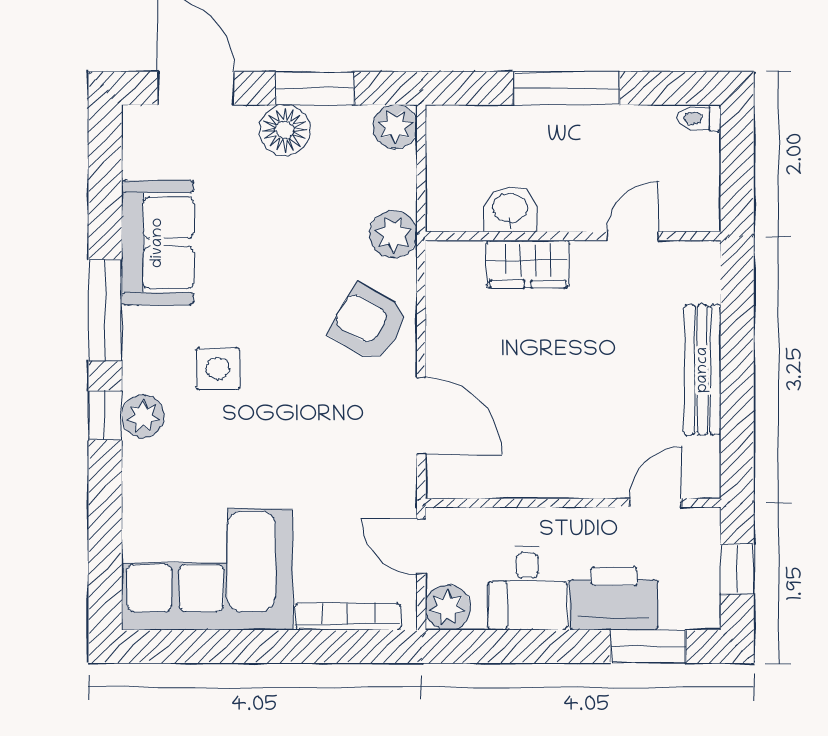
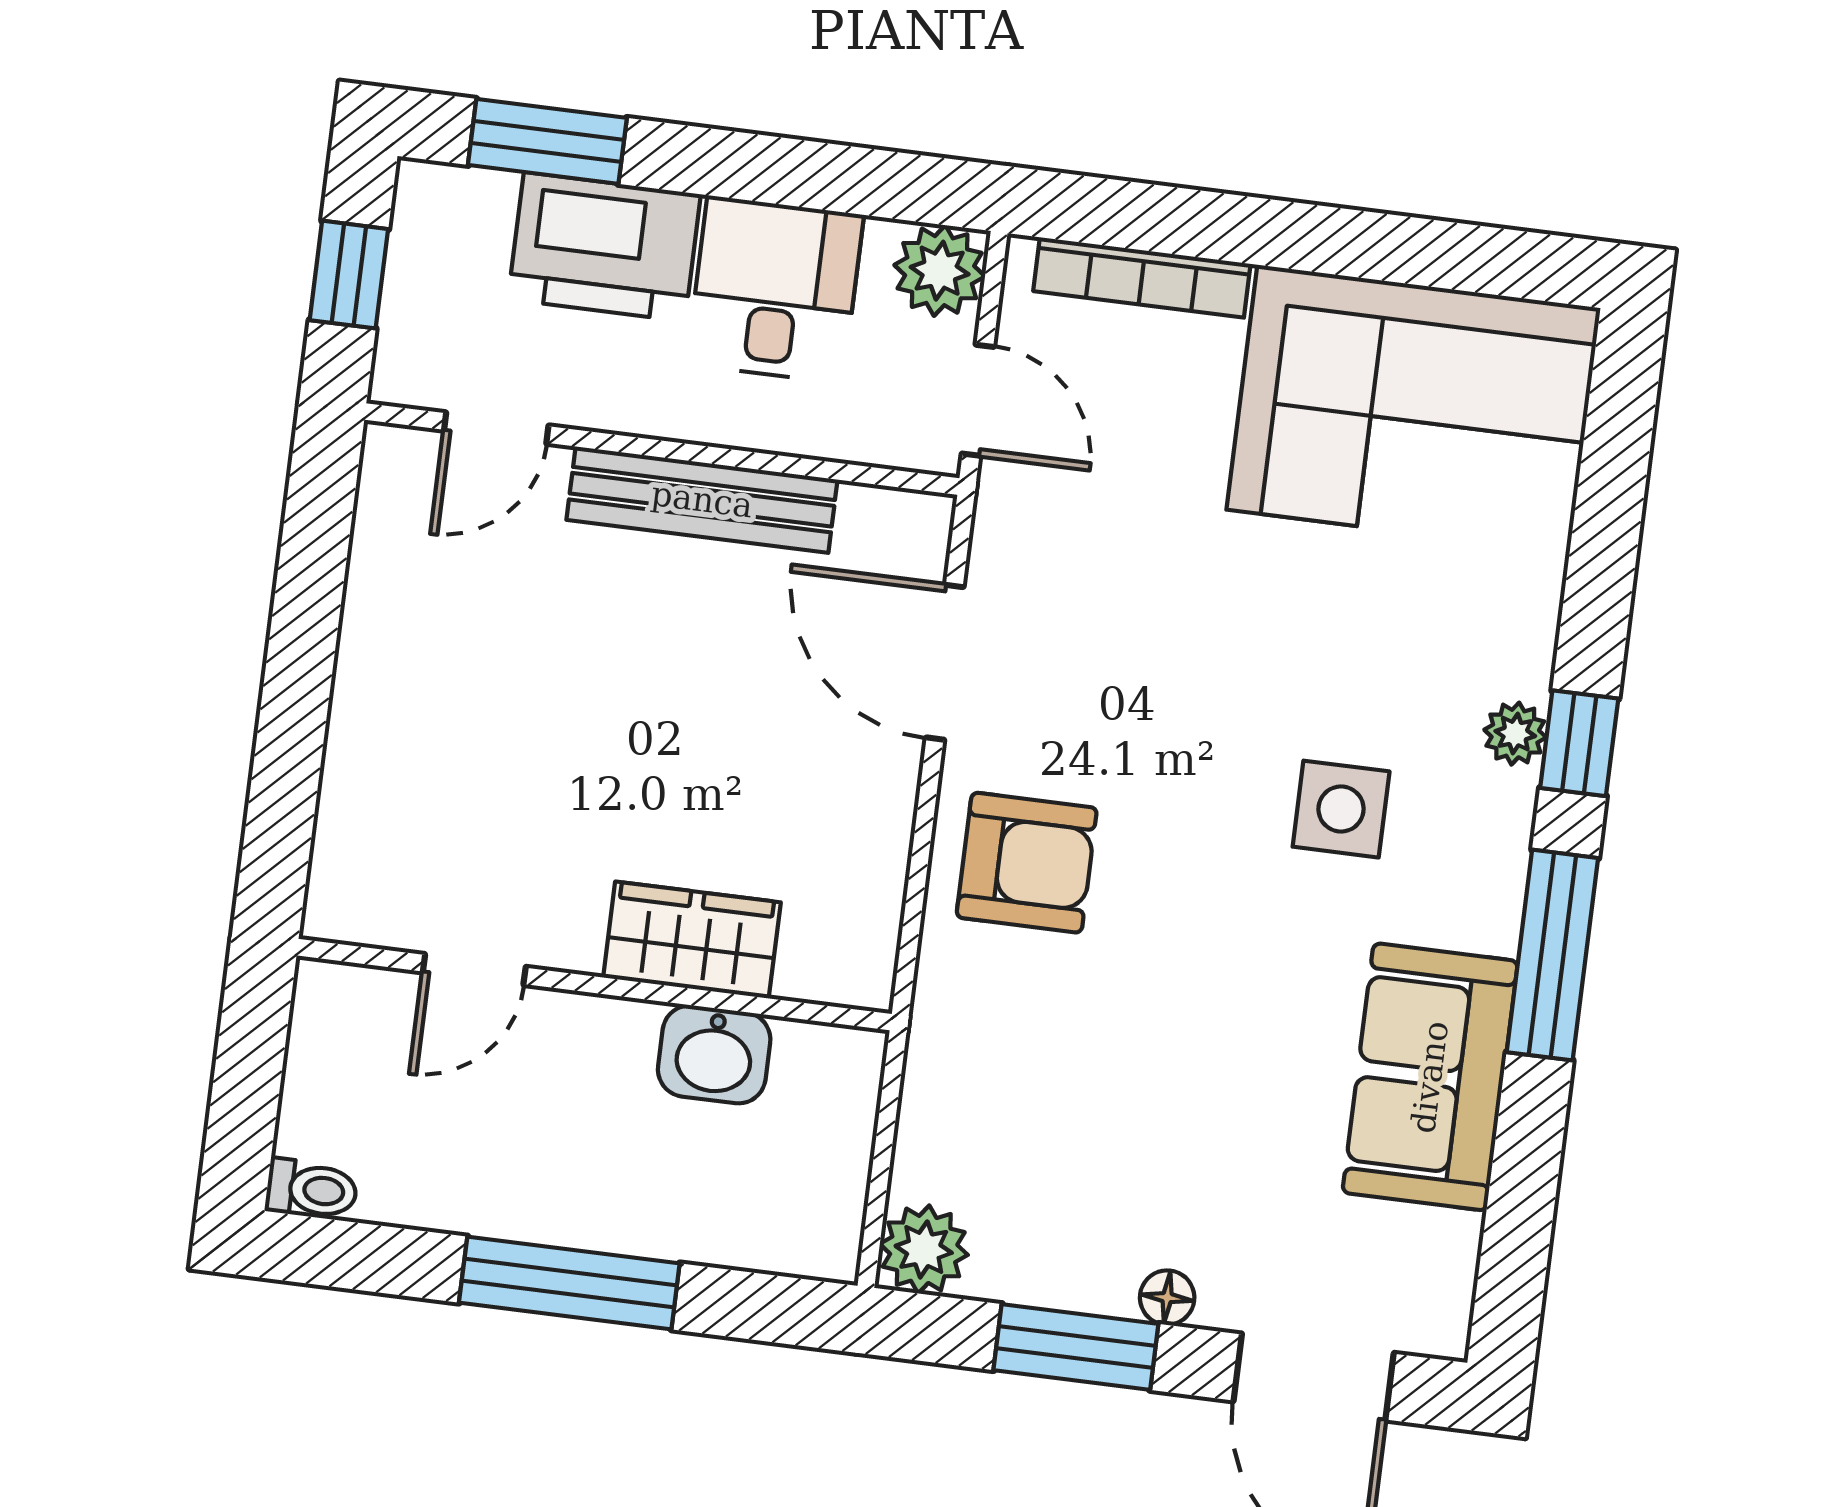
floor lamp: (285, 130) -> (1167, 1298), width x0.53, depth x0.53
plant: (393, 234) -> (955, 1034), removed
armchair: (369, 323) -> (1027, 863), turned -30
bench: (703, 370) -> (702, 500), moved, turned 90
plant: (143, 416) -> (1515, 734), width x0.73, depth x0.73

